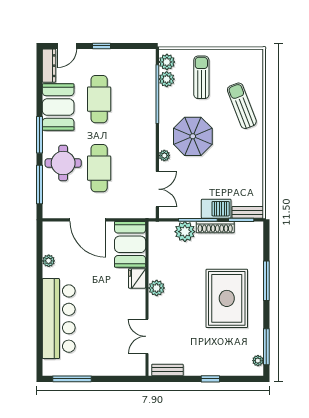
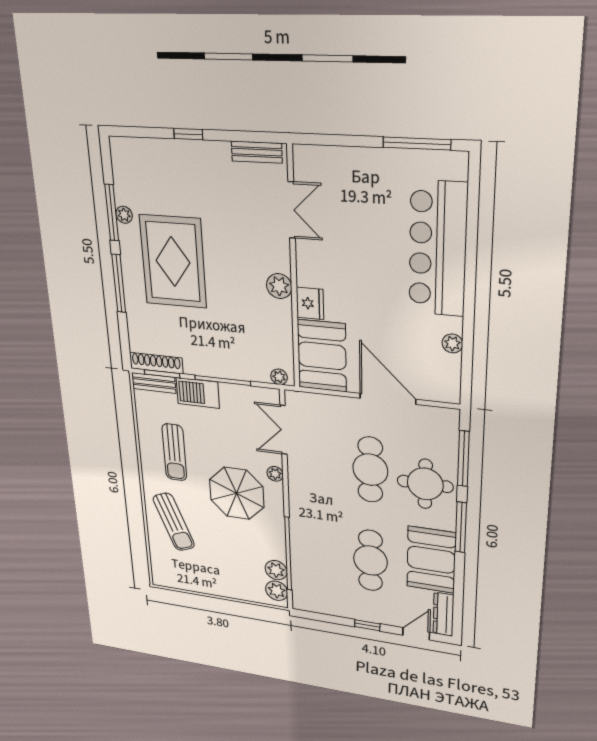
sun lounger: (201, 77) -> (174, 452), moved
shoe rack: (215, 227) -> (156, 363), moved
plant: (185, 232) -> (279, 377), moved, width x0.53, depth x0.53
window: (266, 347) -> (112, 213), moved
plant: (258, 361) -> (124, 215), moved

